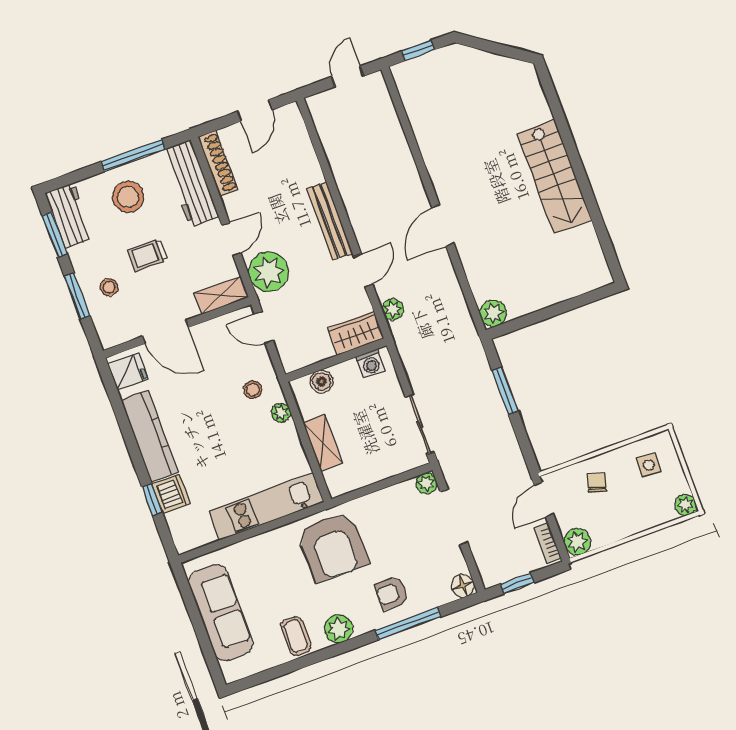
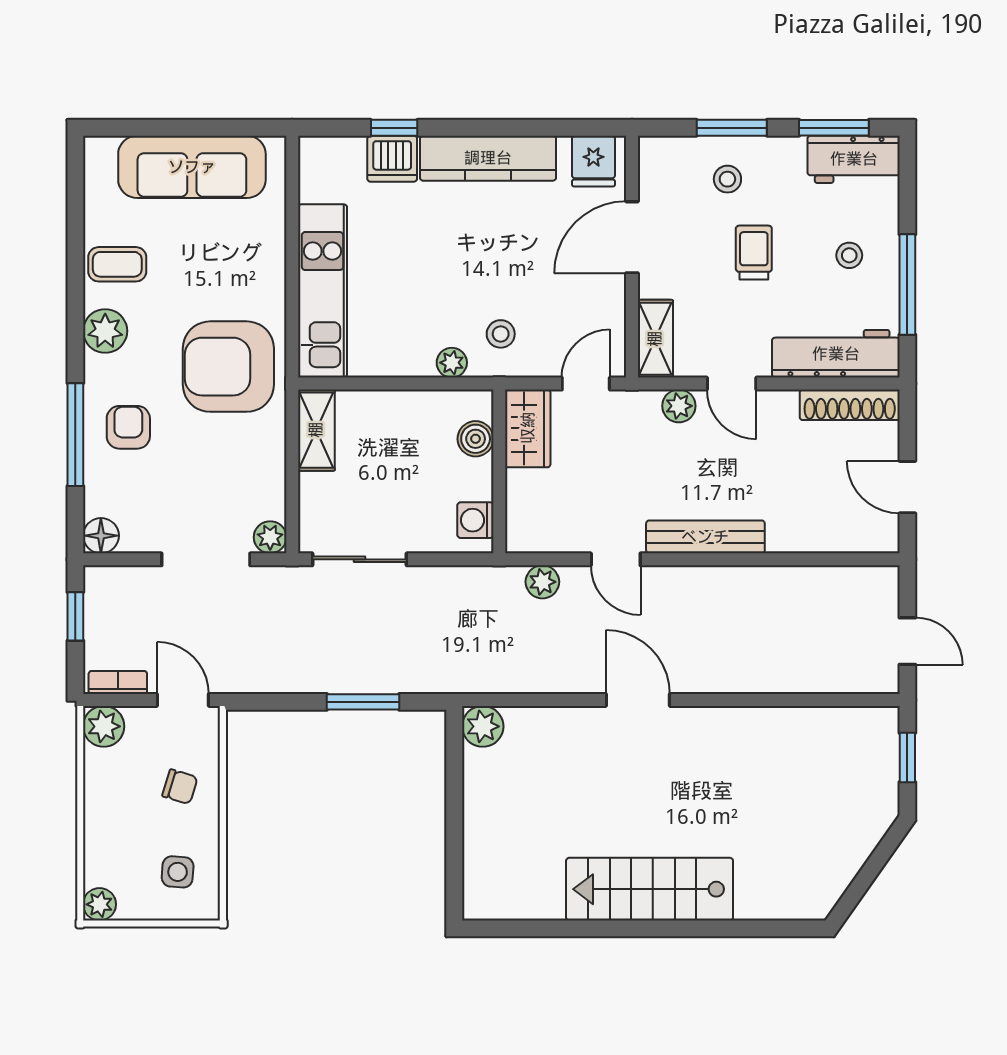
stool: (128, 197) -> (849, 255), width x0.53, depth x0.53
plant: (269, 272) -> (679, 406), width x0.53, depth x0.53
wardrobe: (356, 333) -> (528, 428), moved
shelving: (323, 443) -> (316, 430), moved, turned 90

